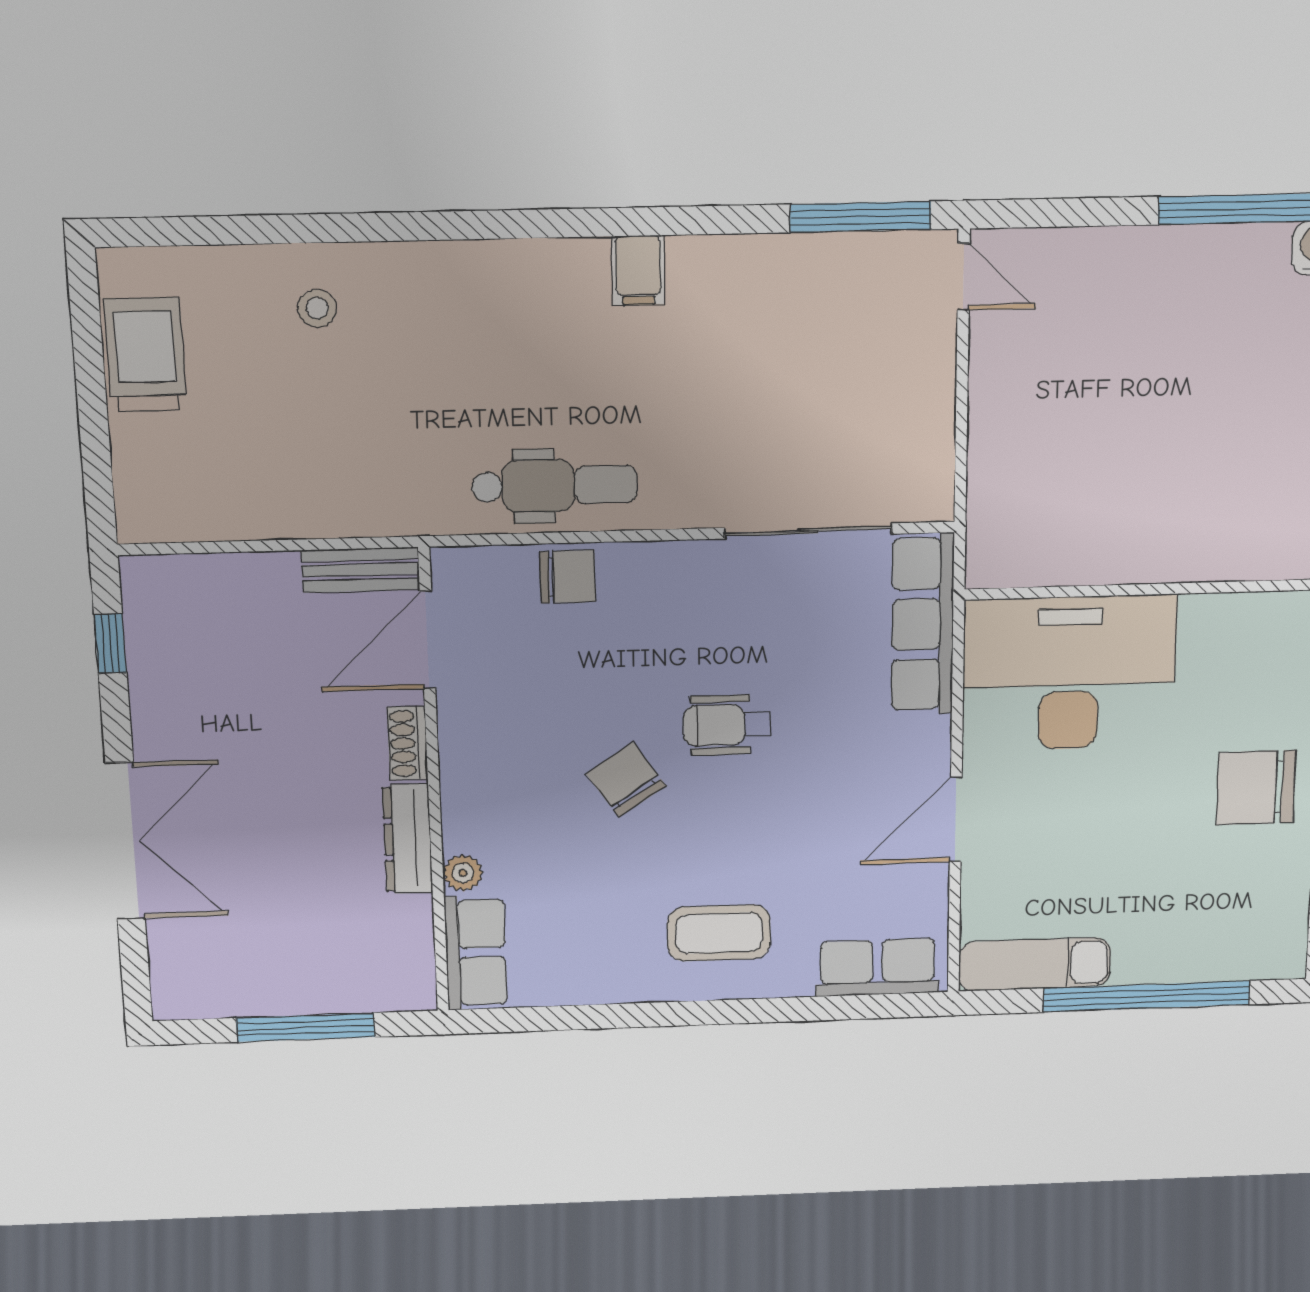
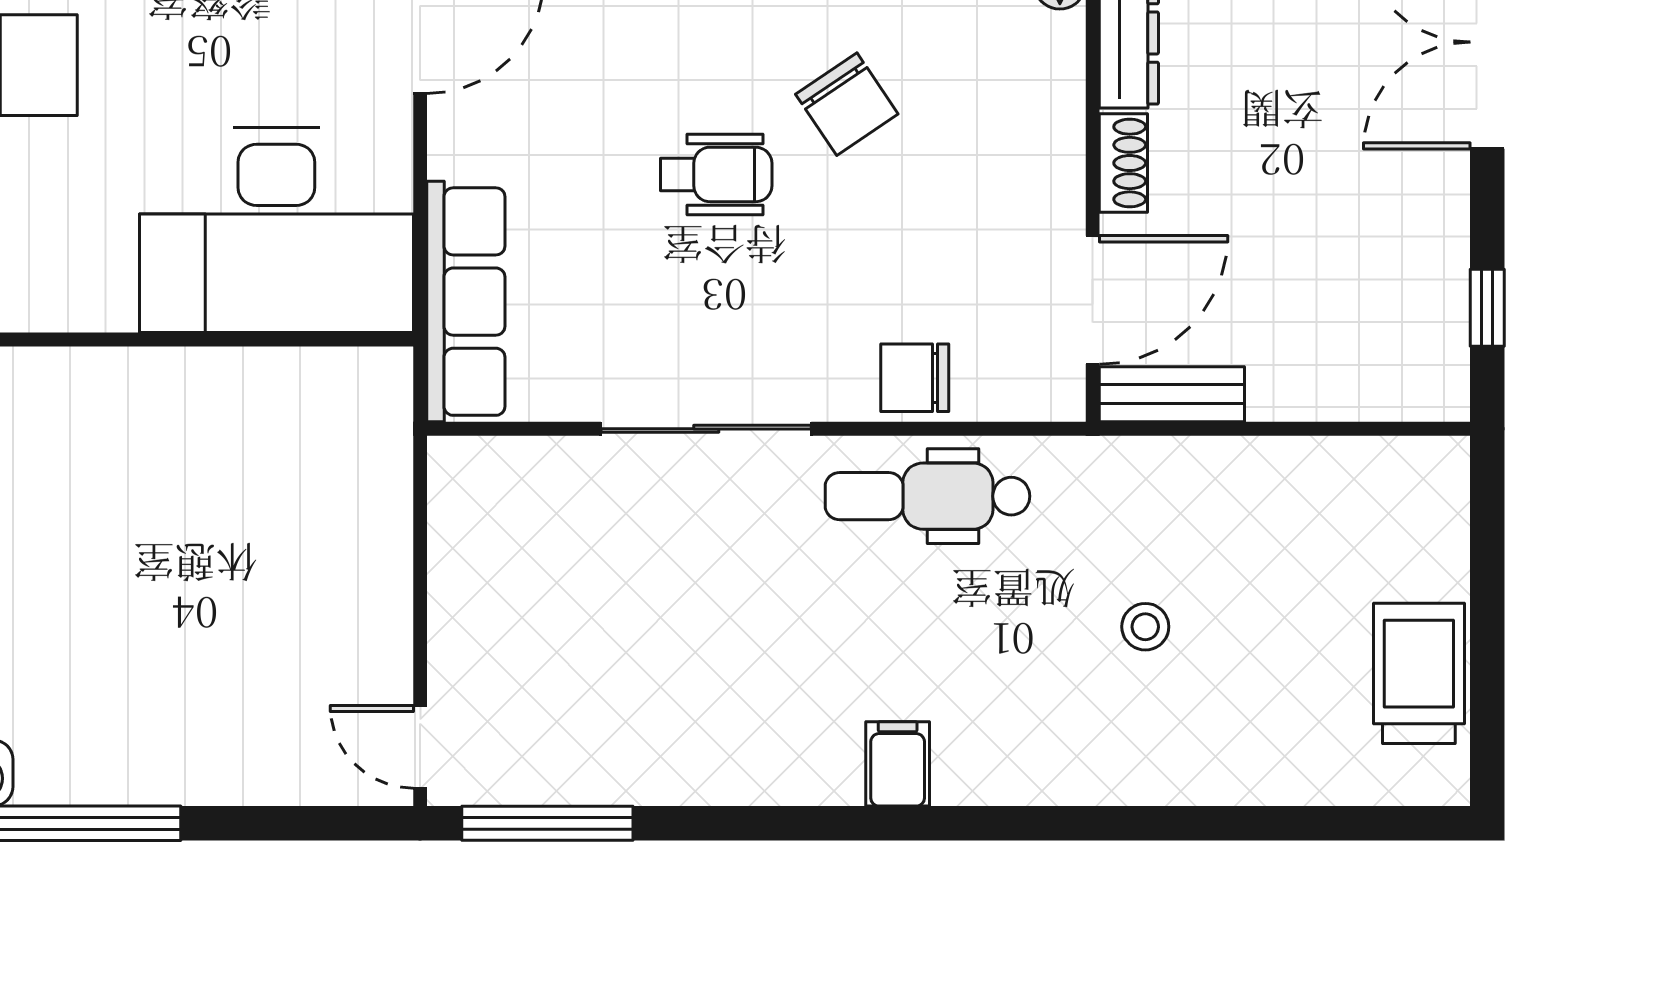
filing cabinet: (638, 270) -> (898, 764), moved
stool: (317, 308) -> (1145, 627), moved
trolley: (145, 355) -> (1419, 673), turned 180
sliding door: (808, 531) -> (706, 429), moved

